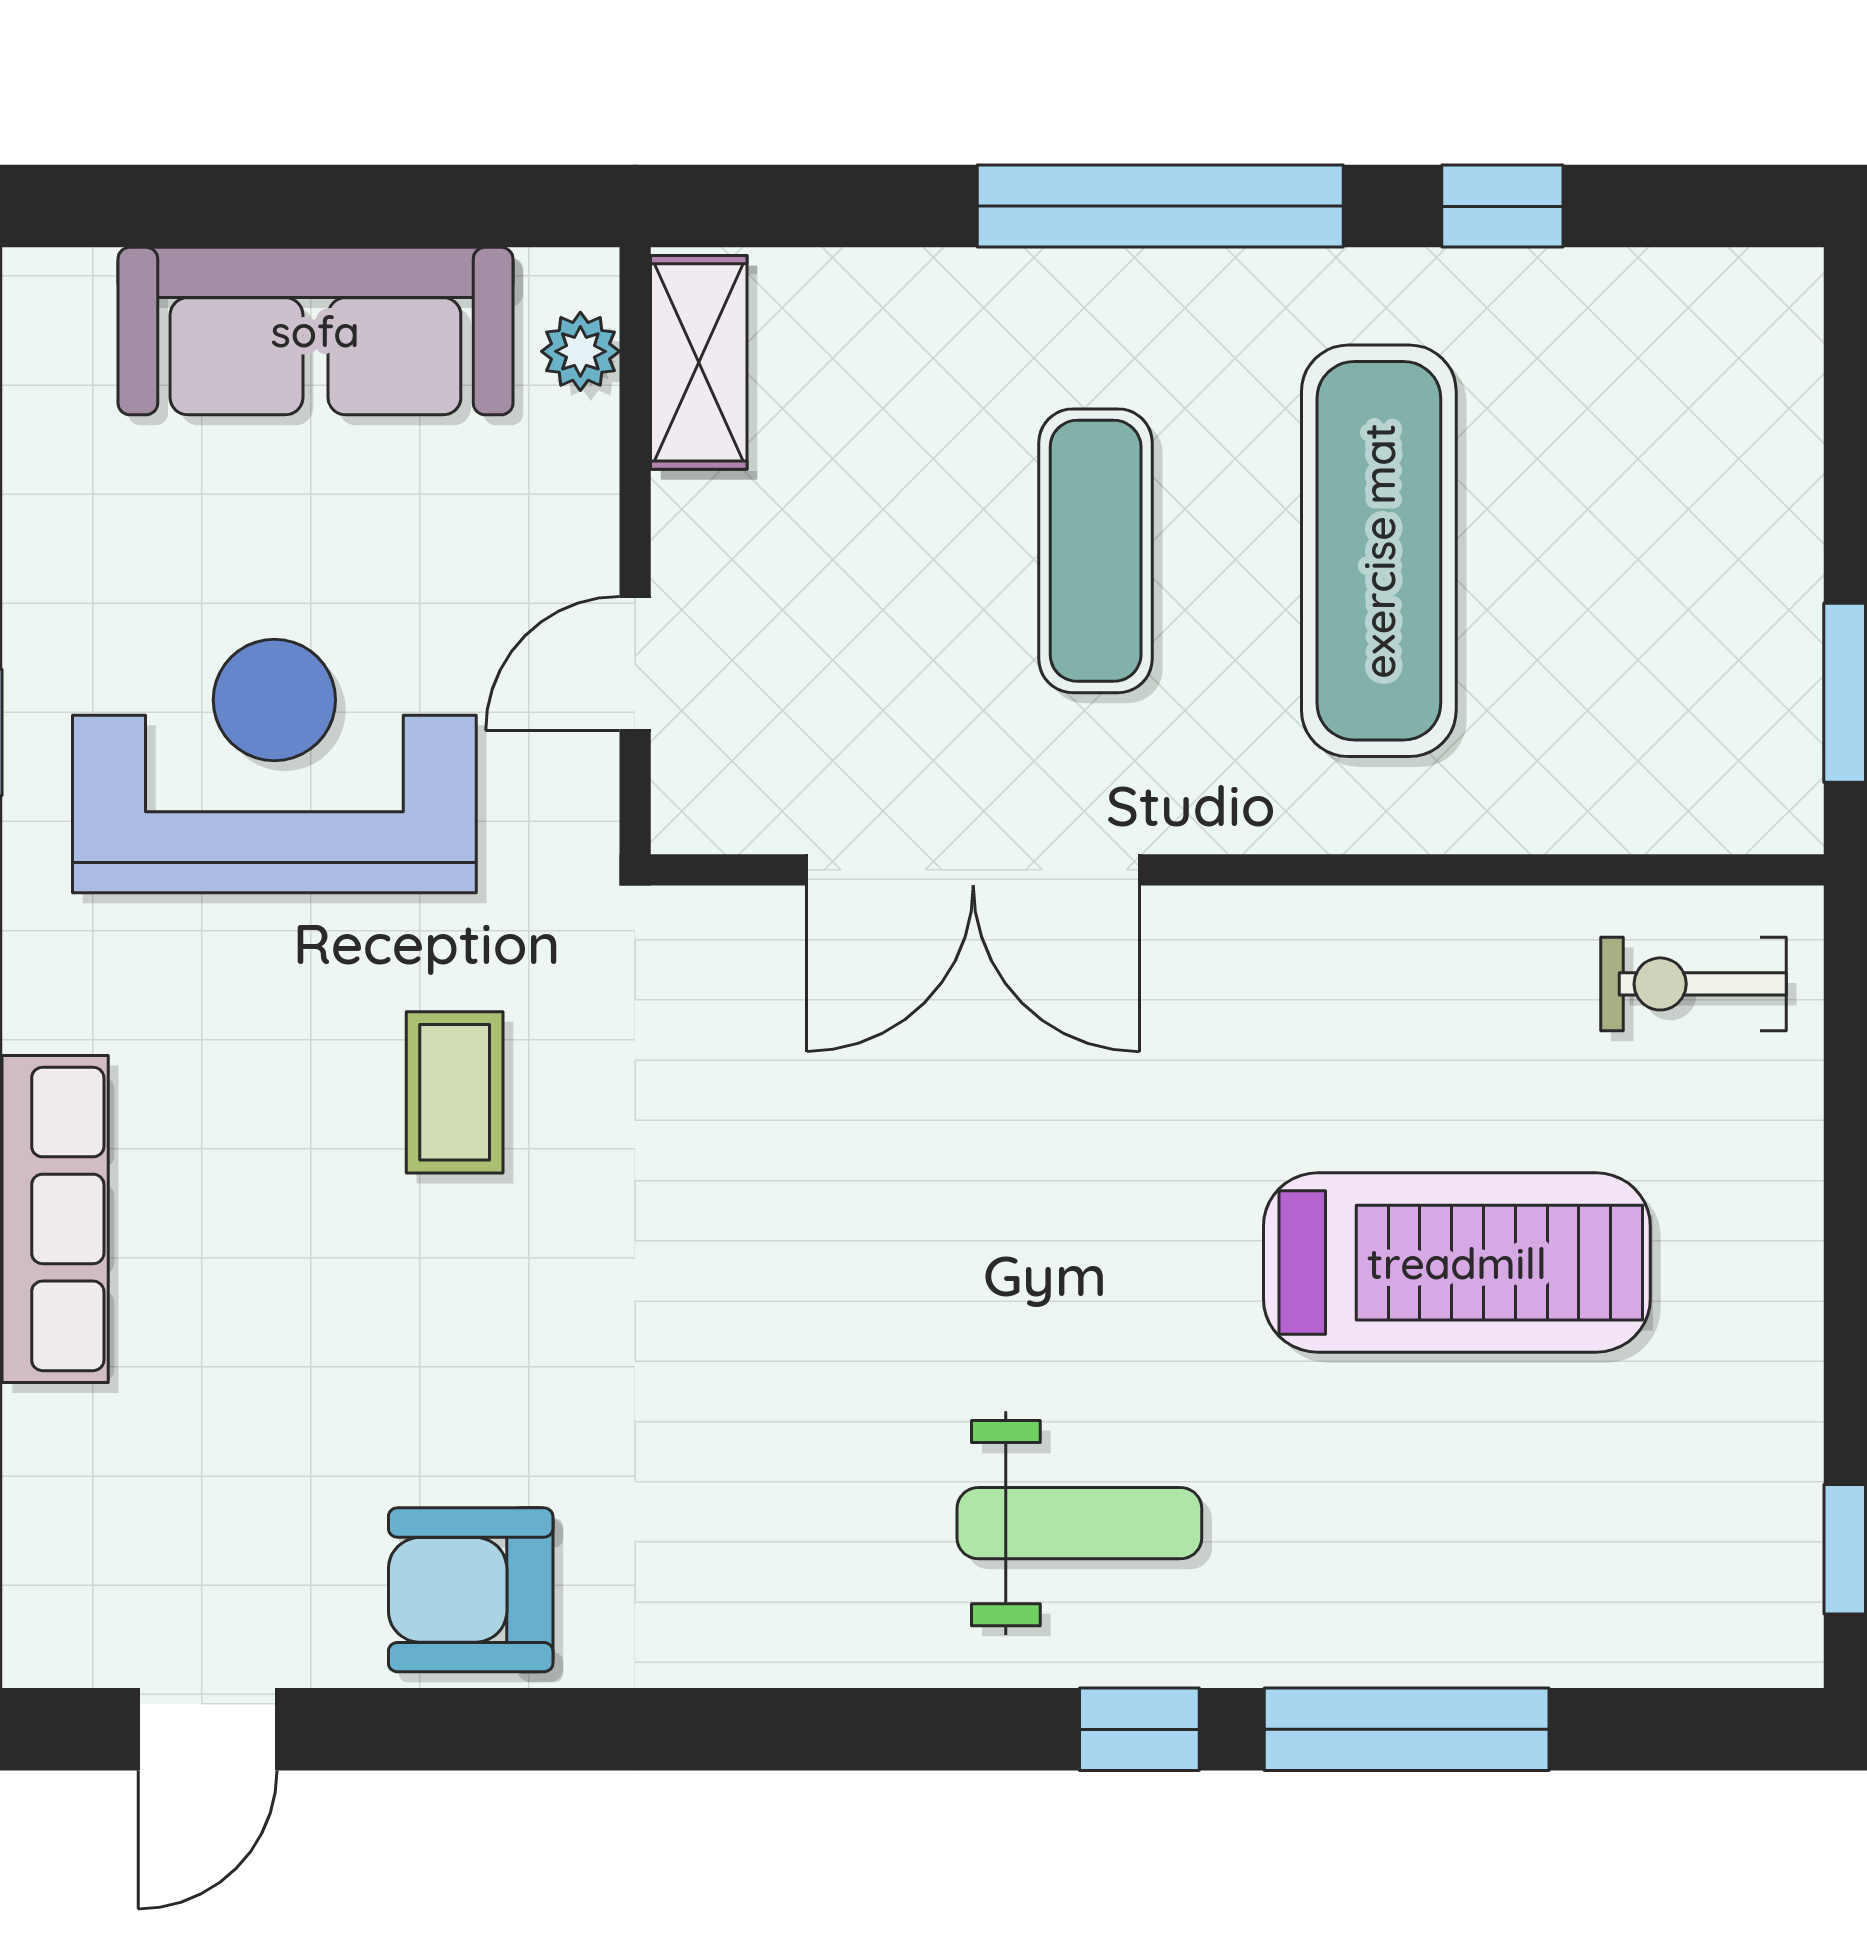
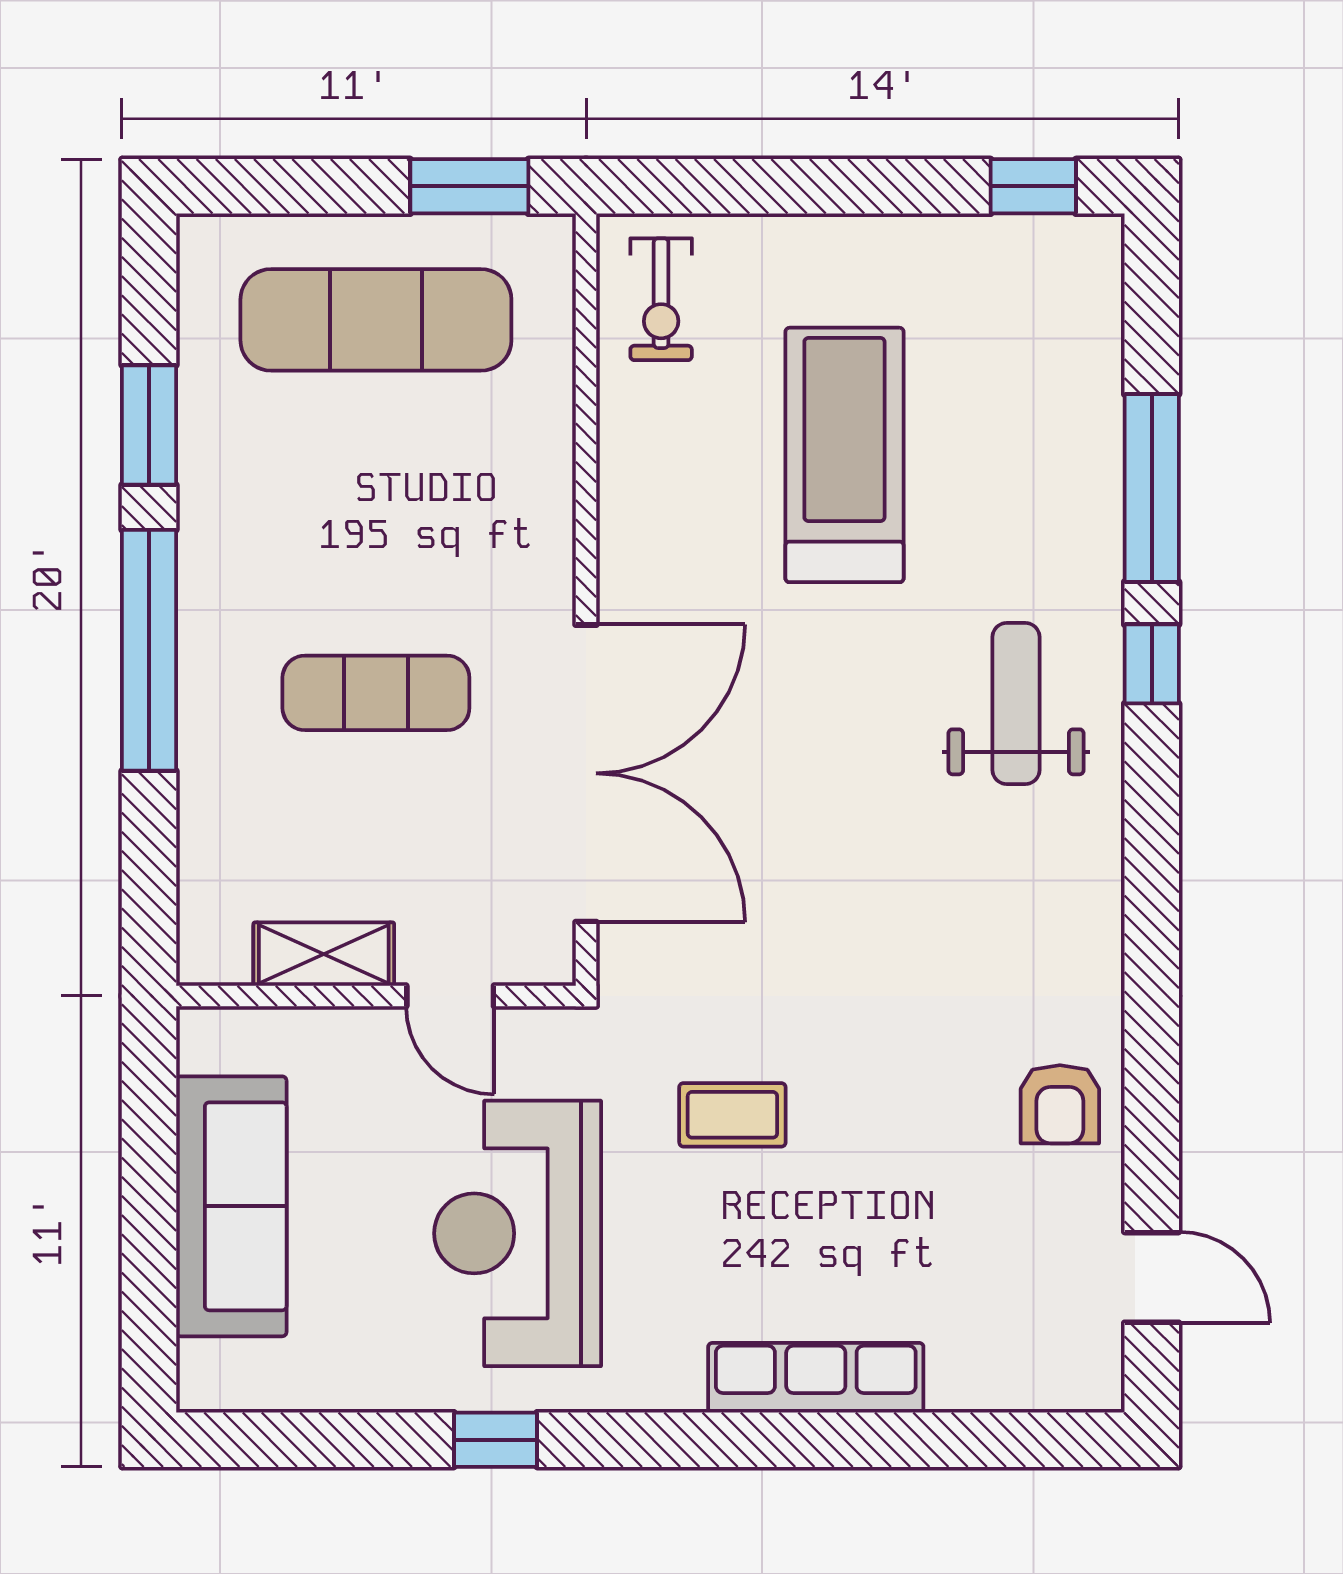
window: (1502, 206) -> (149, 425), width x1.50
plant: (580, 351) -> (245, 1032), removed
shelving: (699, 362) -> (324, 954), moved
exercise mat: (1379, 551) -> (376, 320), moved
double door: (973, 870) -> (586, 773), width x1.36
armchair: (471, 1590) -> (1060, 1104), width x0.72, depth x0.72

